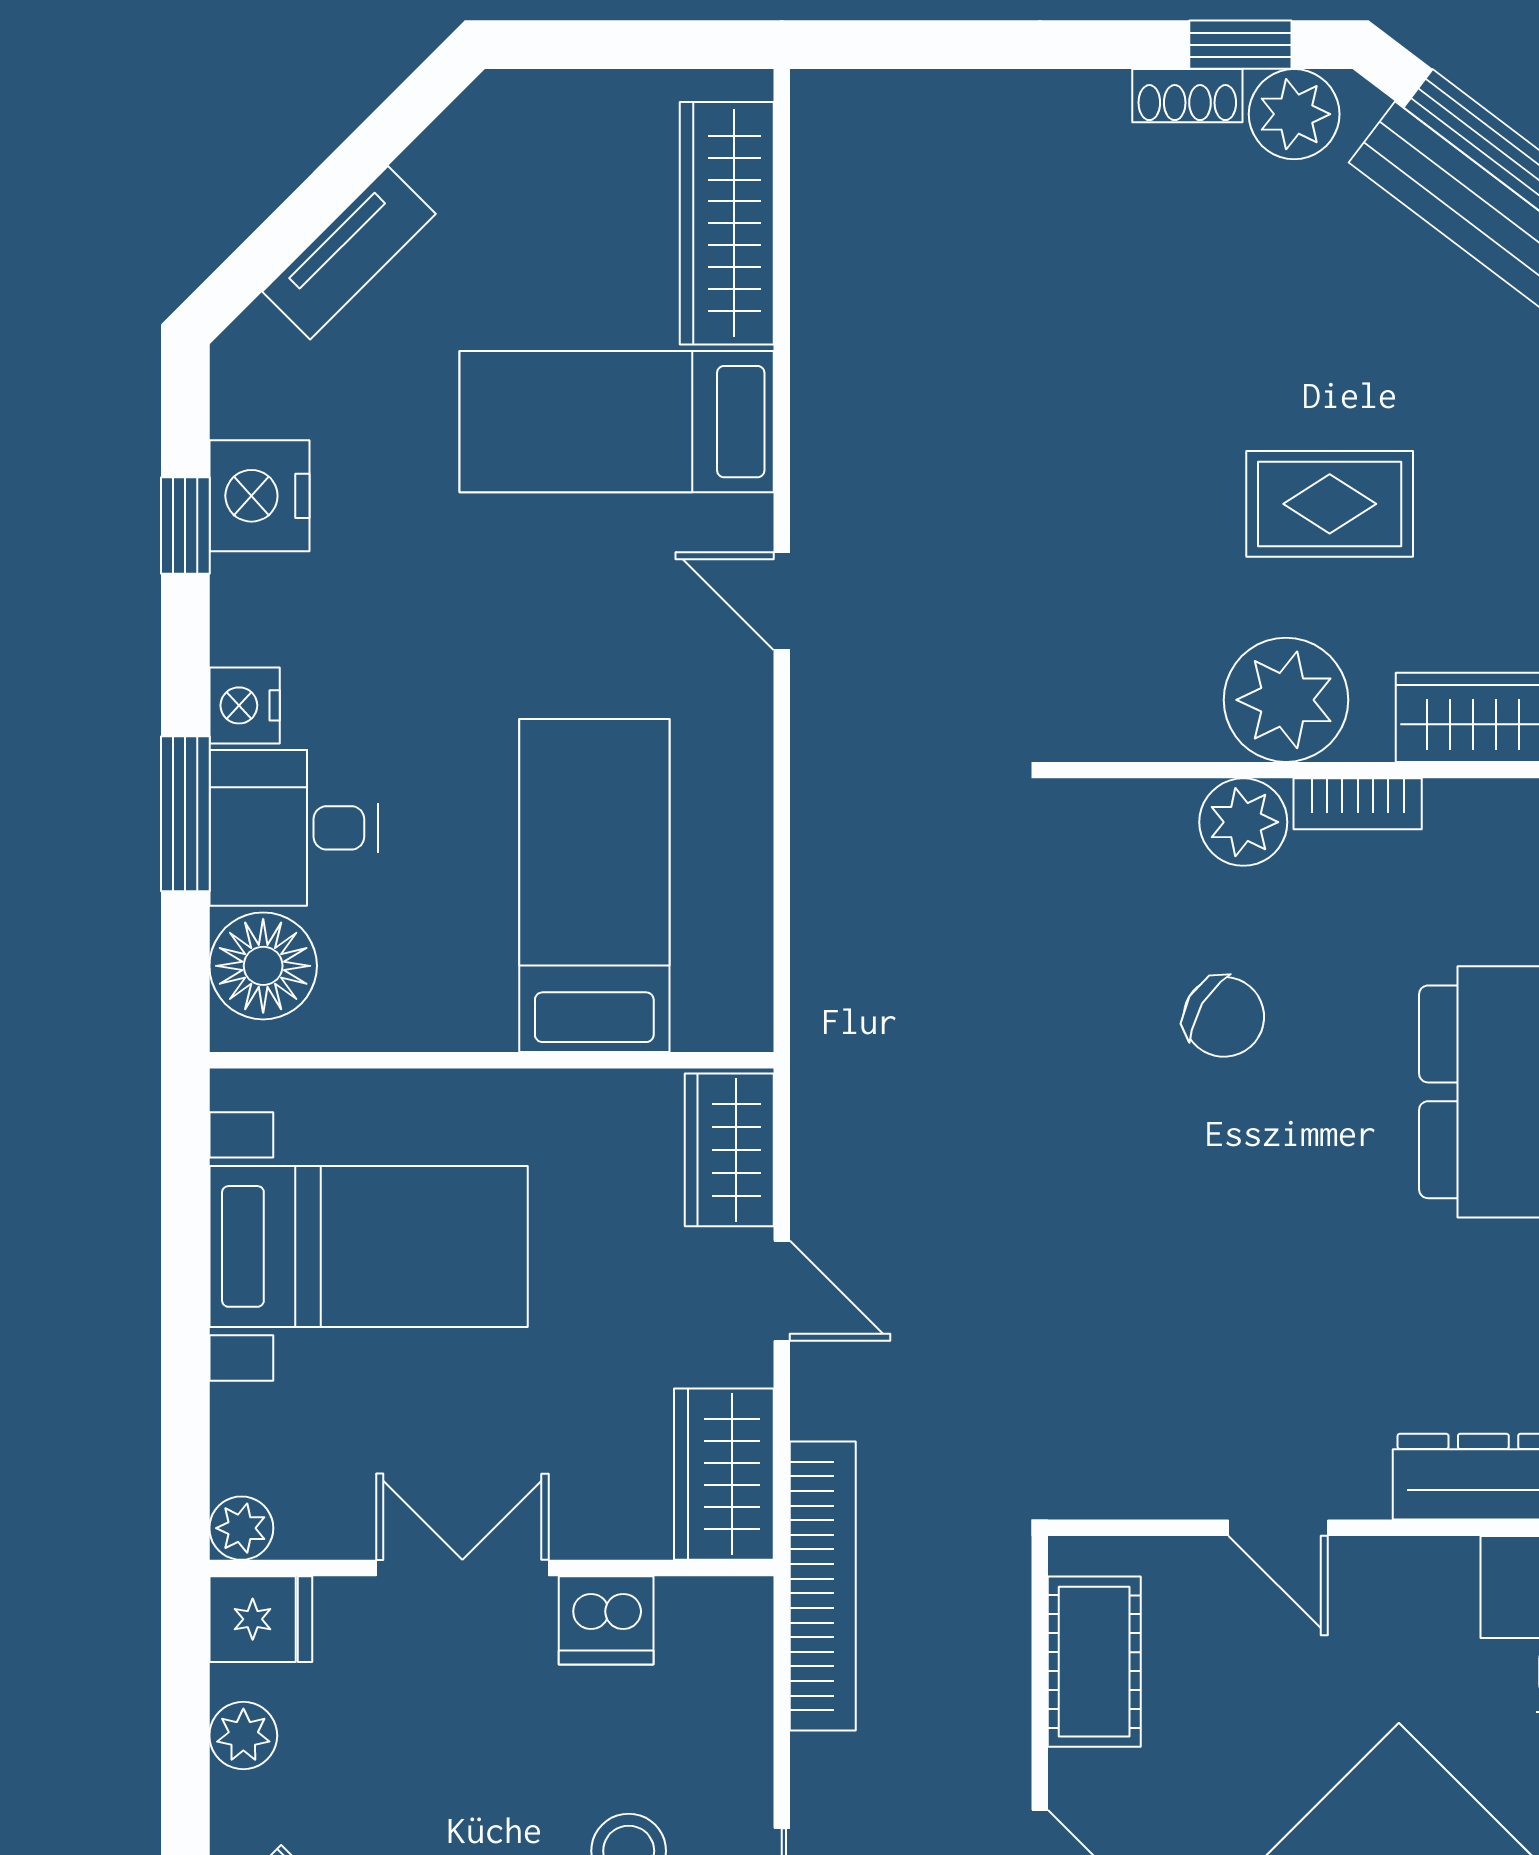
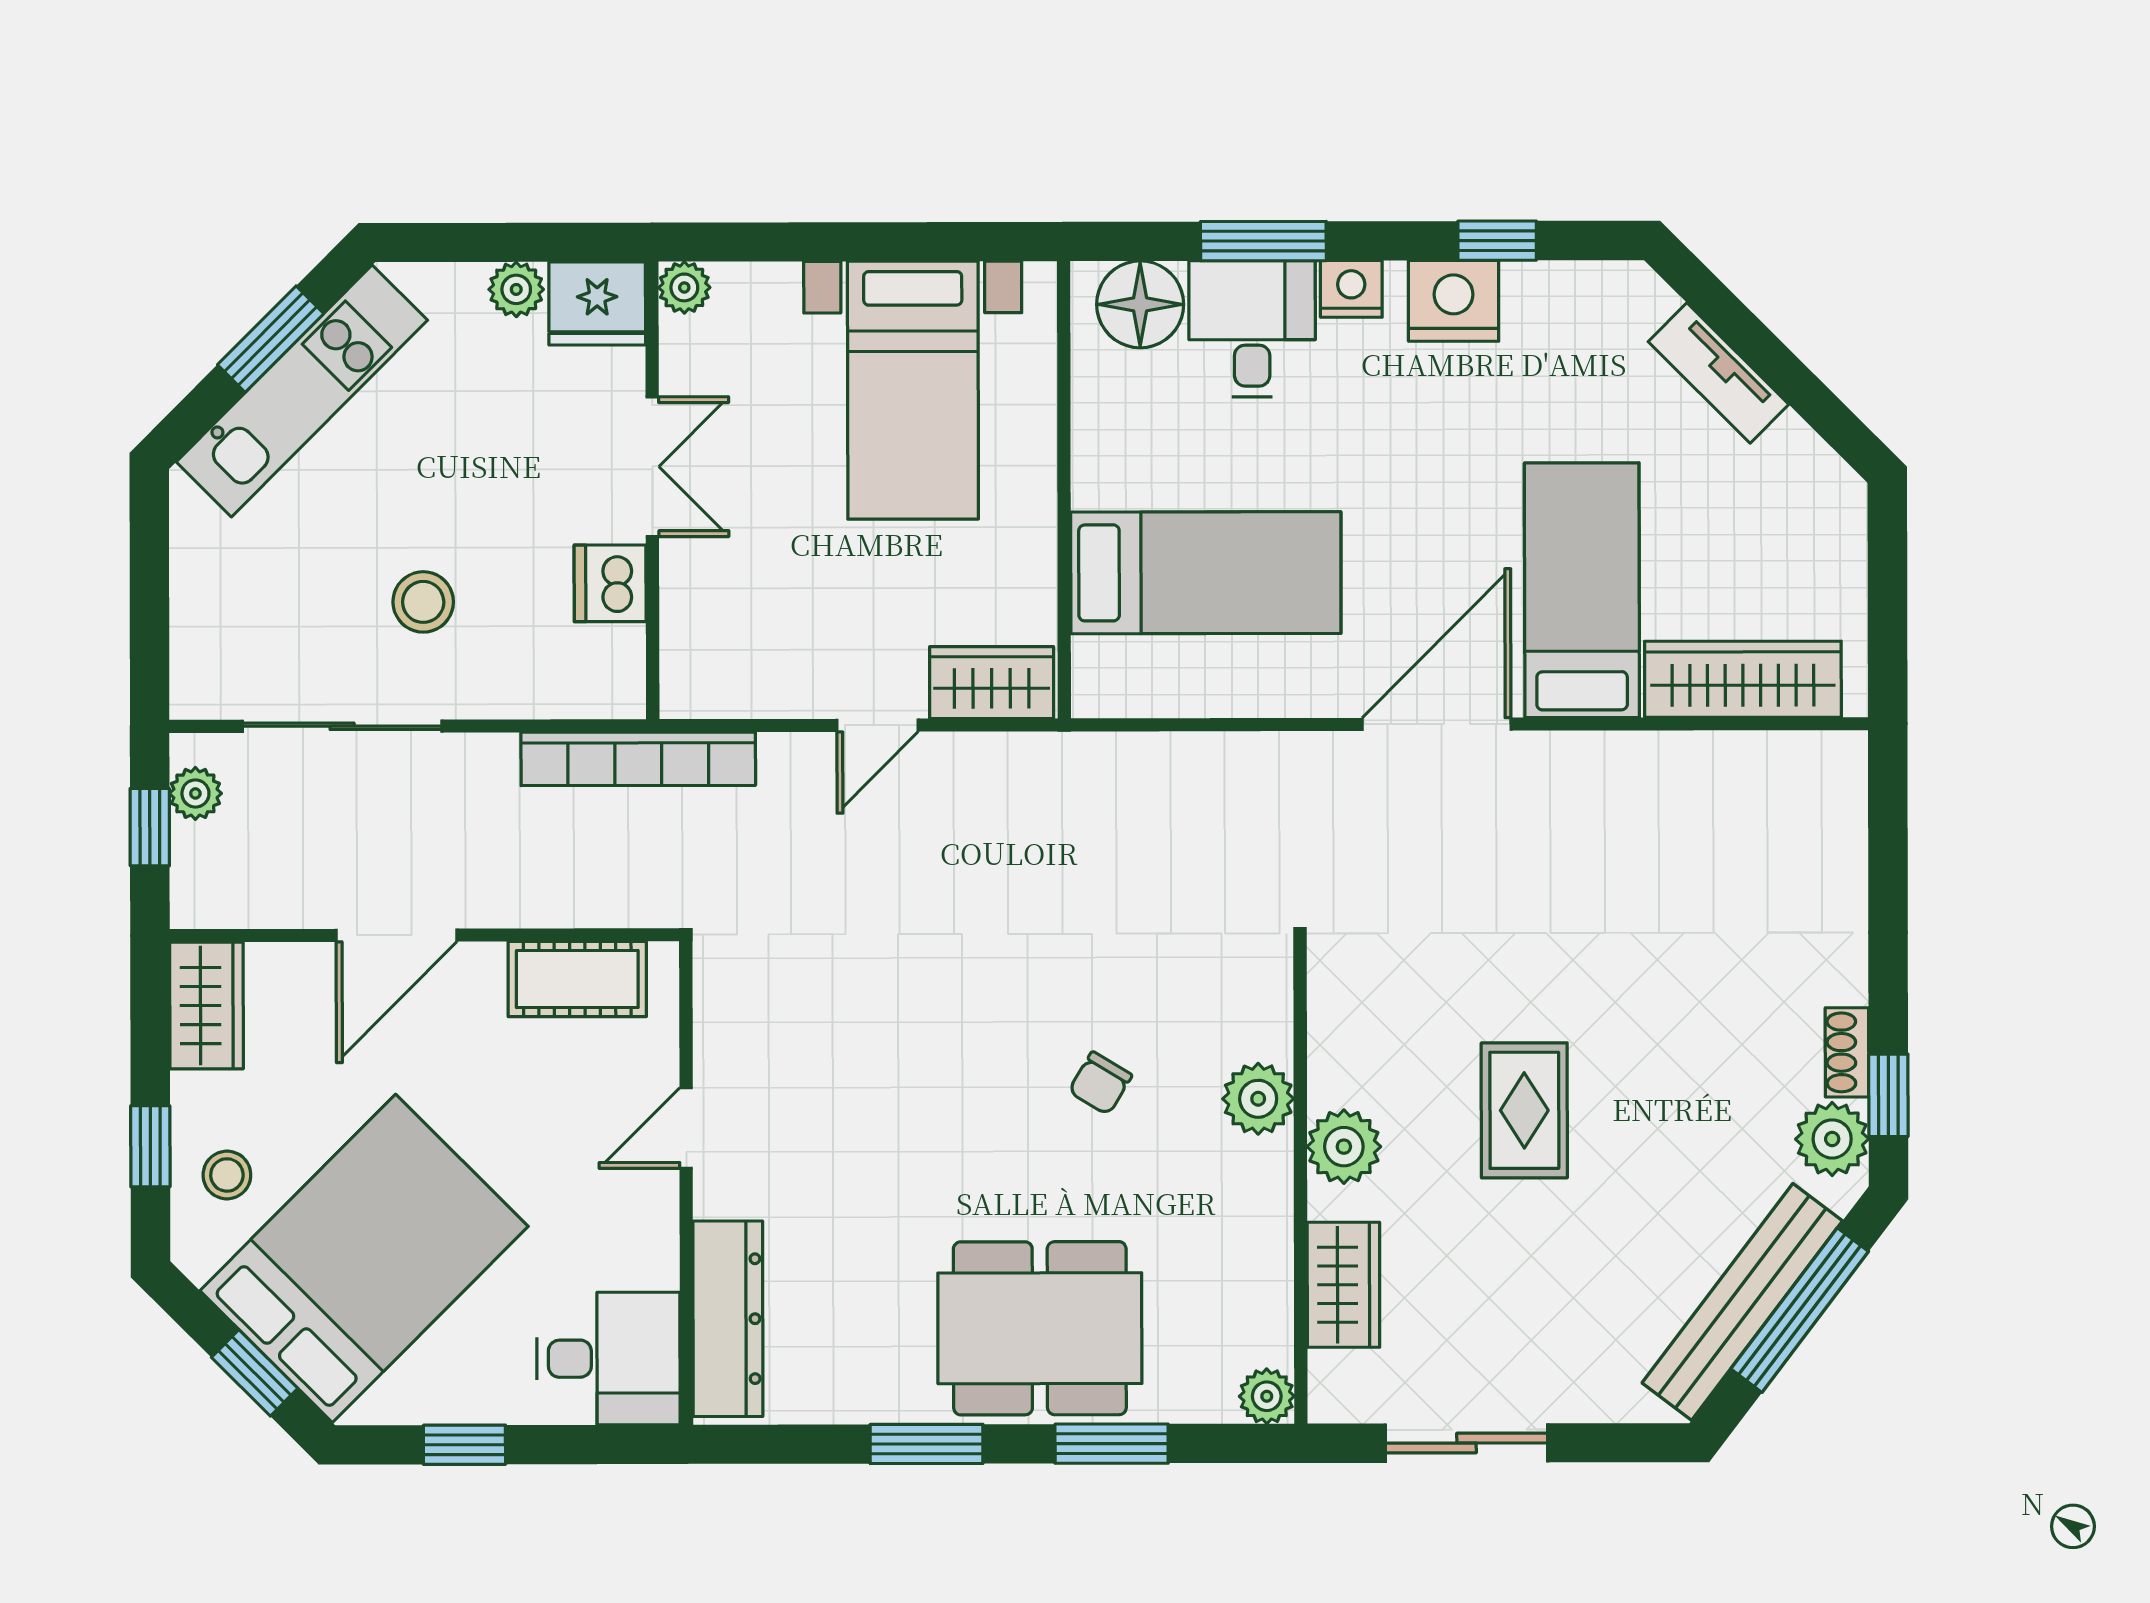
nightstand: (259, 496) -> (1454, 301), moved
rug: (1330, 504) -> (1524, 1110), moved
door: (782, 601) -> (1437, 724), width x1.88
plant: (1286, 700) -> (1344, 1147), width x0.73, depth x0.73
bookcase: (1358, 804) -> (1273, 1191), removed
chair: (1224, 1017) -> (1100, 1083), width x0.73, depth x0.73
wardrobe: (724, 1474) -> (729, 679), removed
fridge: (261, 1619) -> (597, 303), width x1.38

